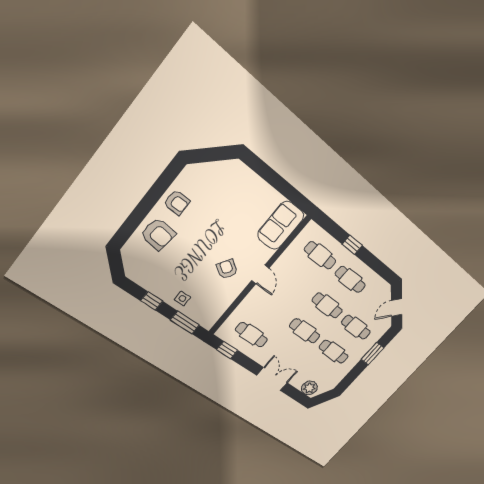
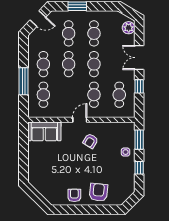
window: (352, 245) -> (23, 81), width x2.17
cafe table: (274, 309) -> (94, 95), added
window: (227, 350) -> (139, 86), moved

